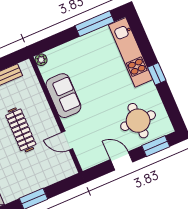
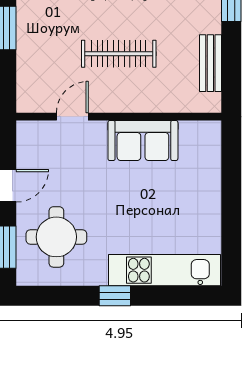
window: (95, 24) -> (231, 234), removed
plant: (41, 60) -> (212, 130), removed

